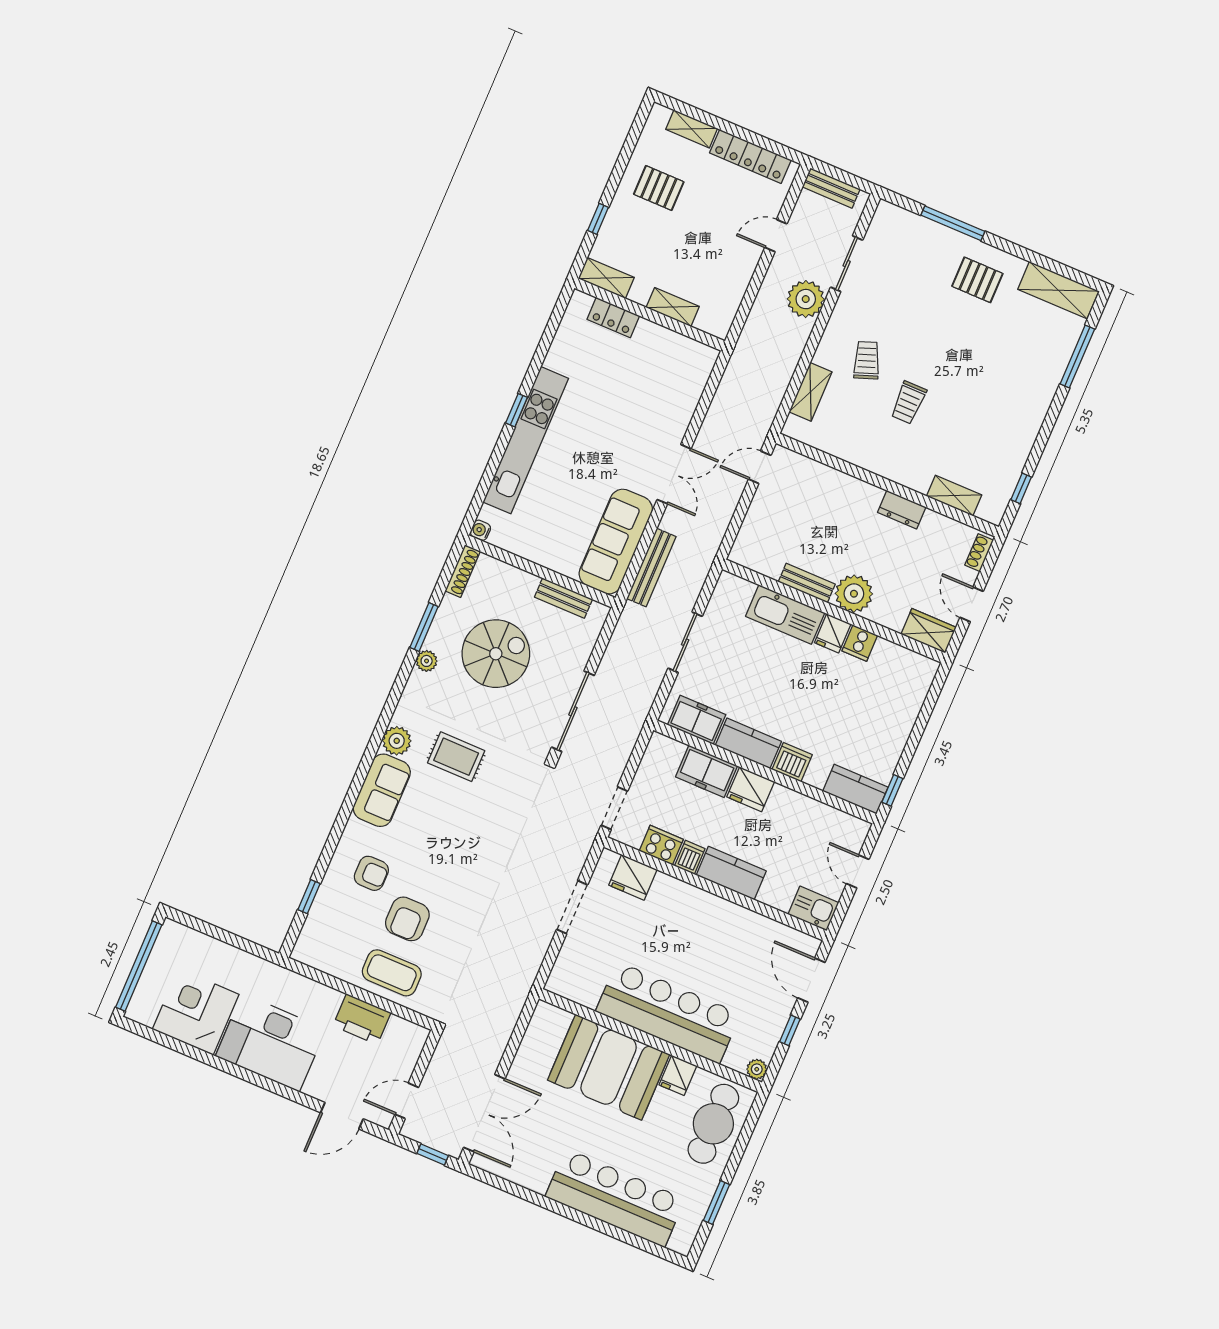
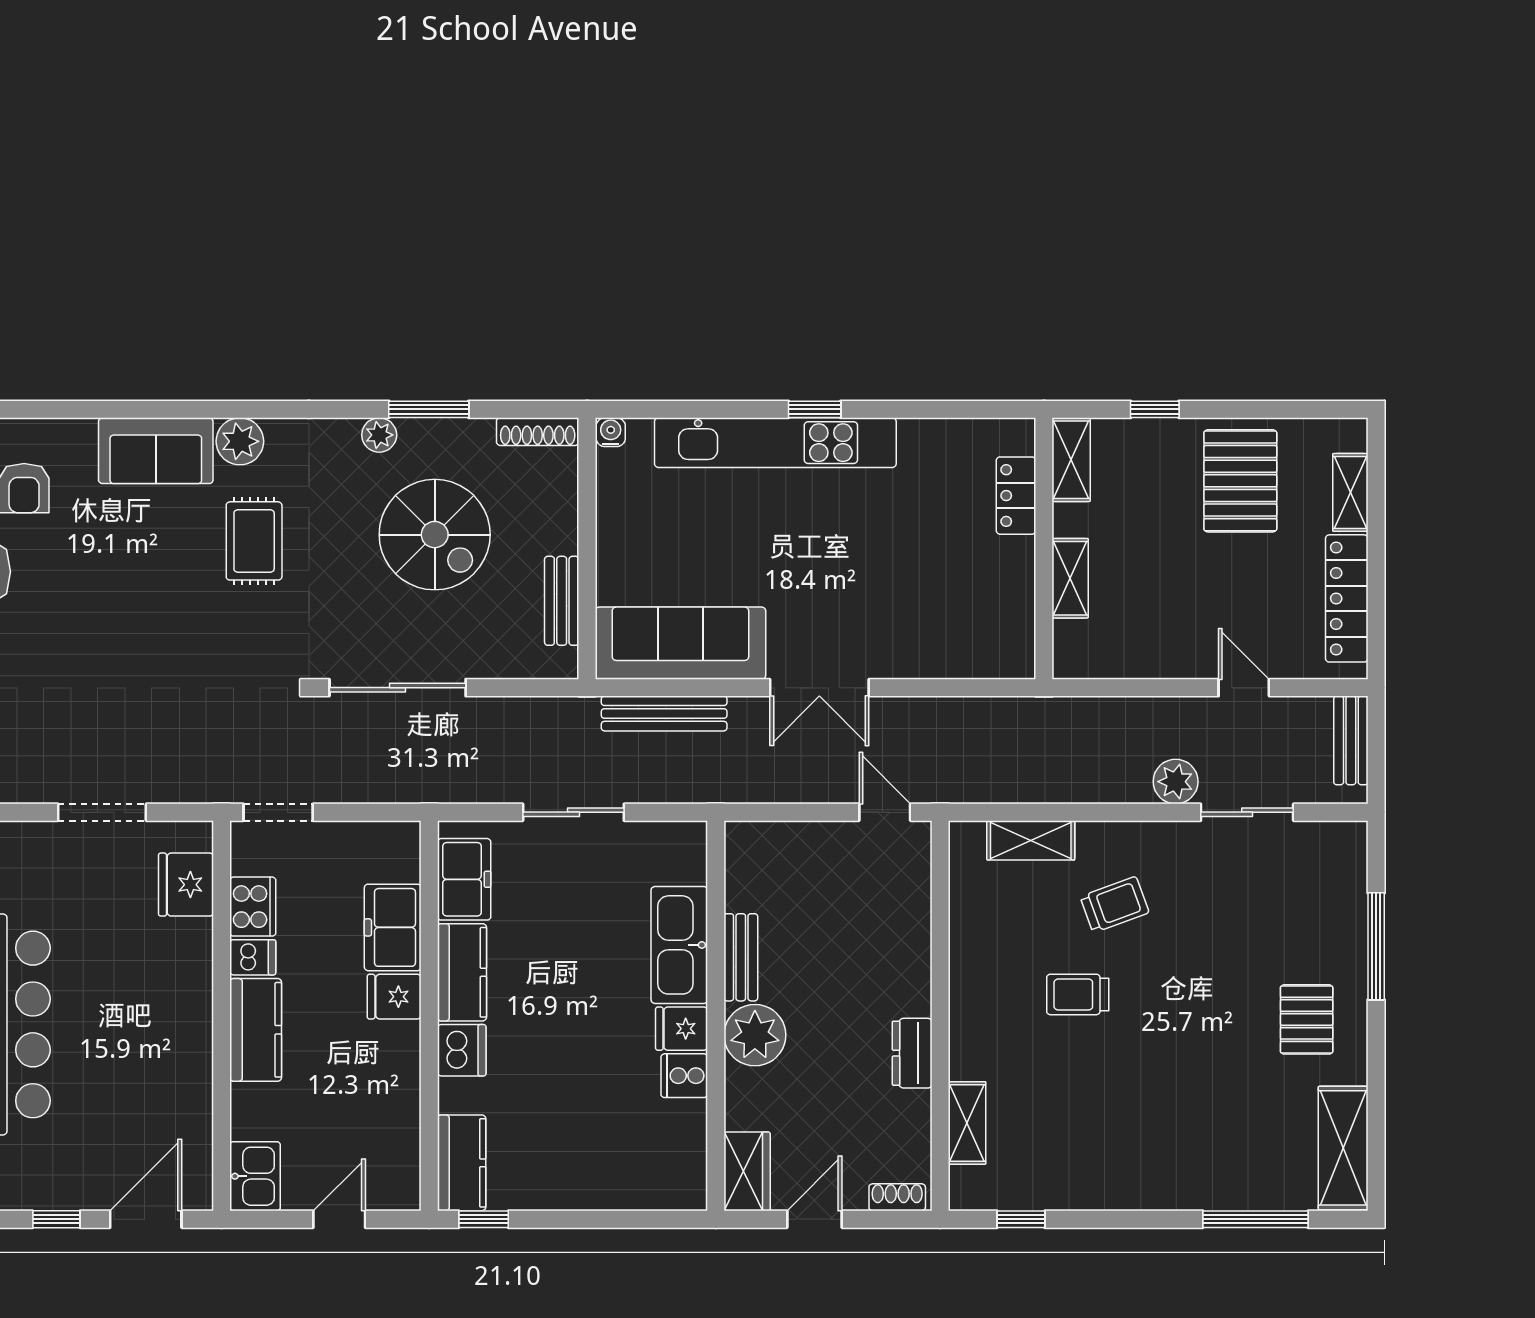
pallet: (659, 188) -> (1240, 481), width x1.50, depth x1.42
plant: (806, 299) -> (1176, 782), width x0.73, depth x0.73
fridge: (751, 789) -> (394, 997), width x0.72

